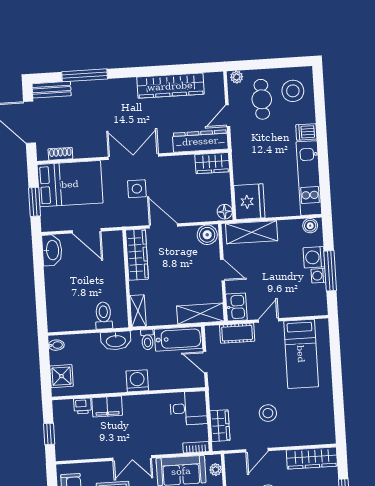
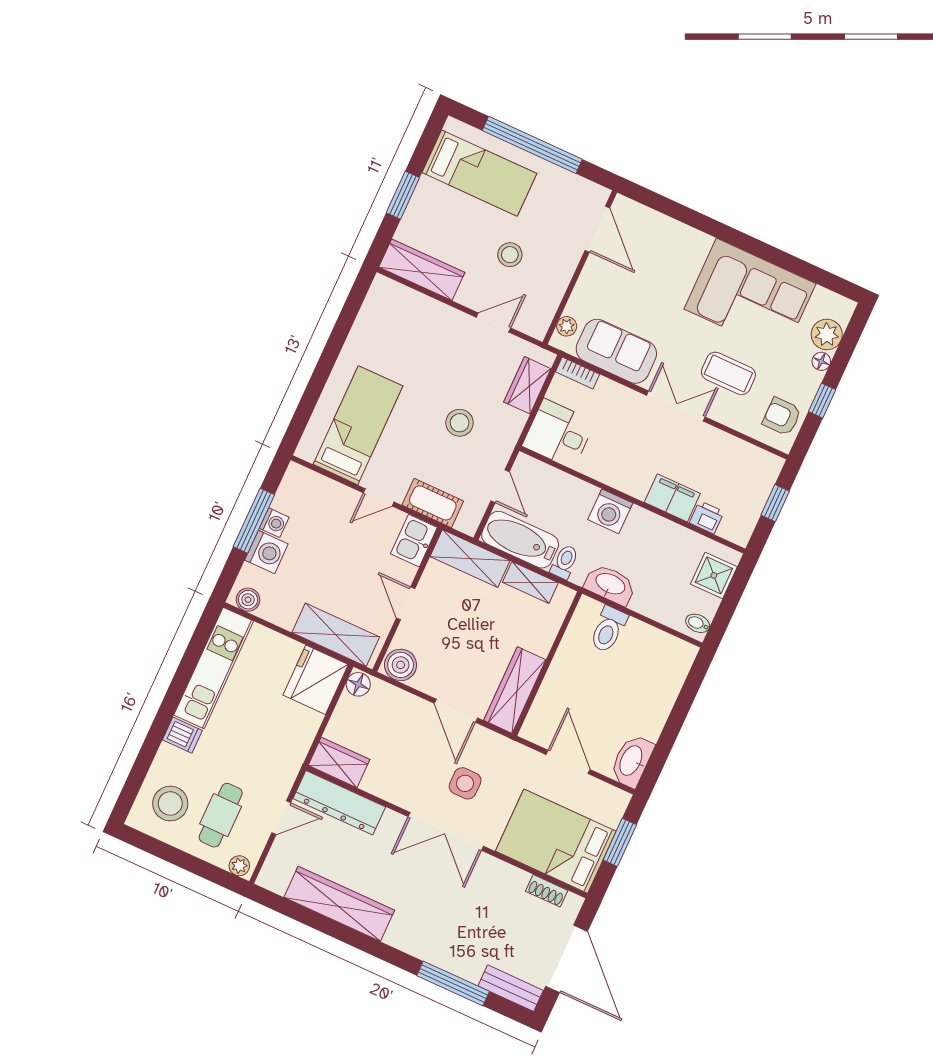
shelving: (138, 311) -> (530, 582), moved, turned 90
stool: (268, 413) -> (460, 423), moved

